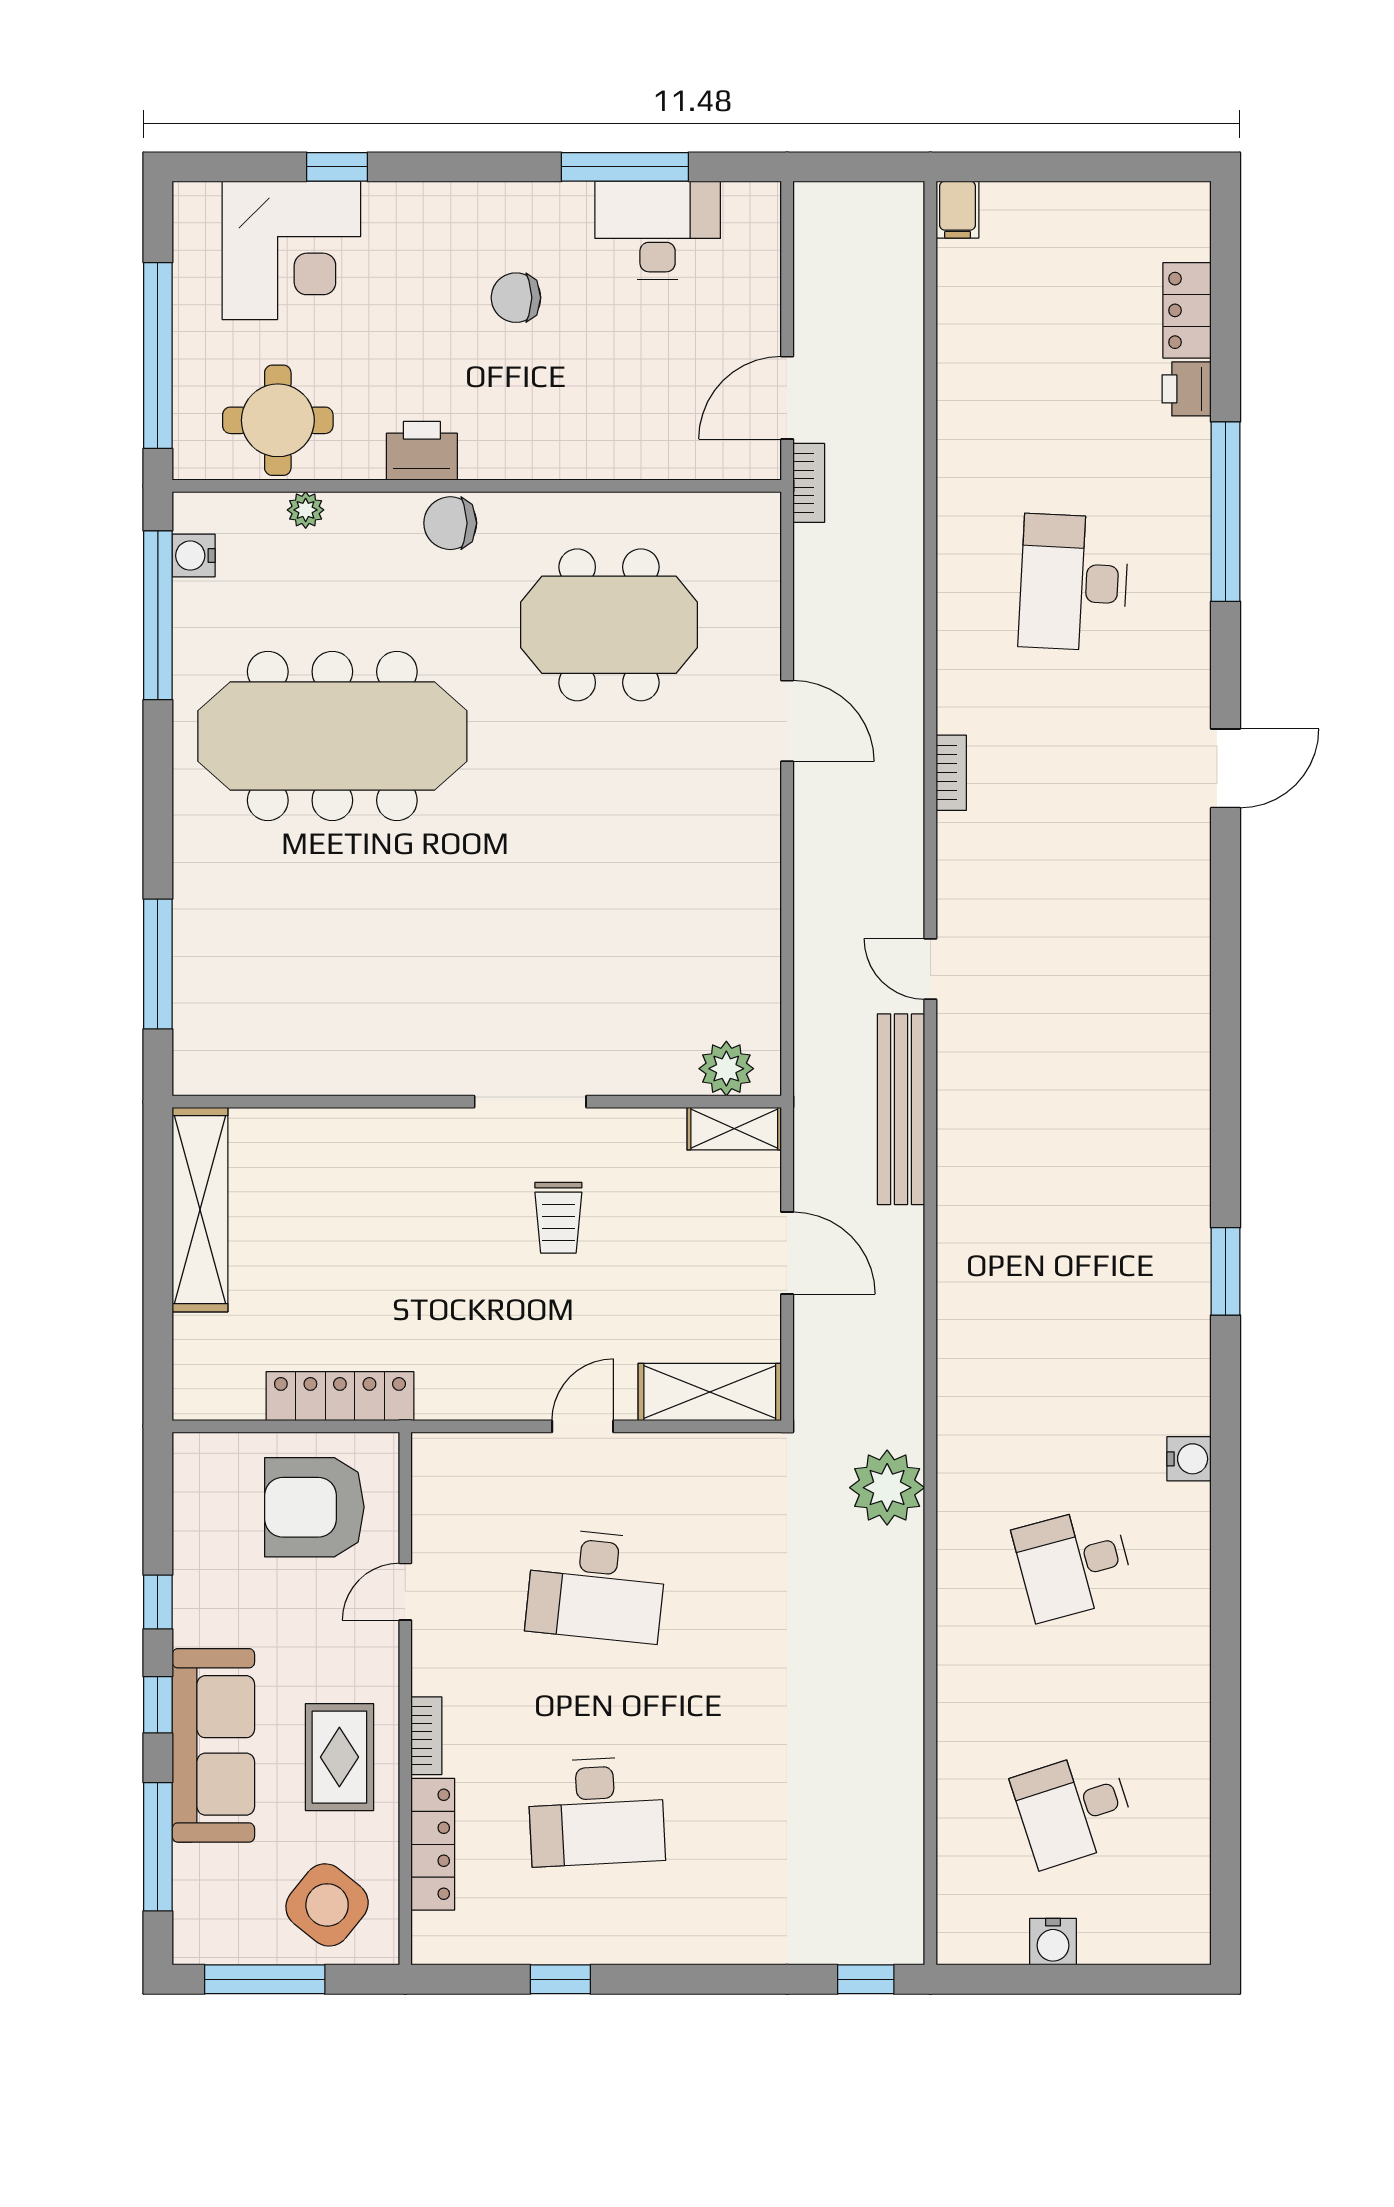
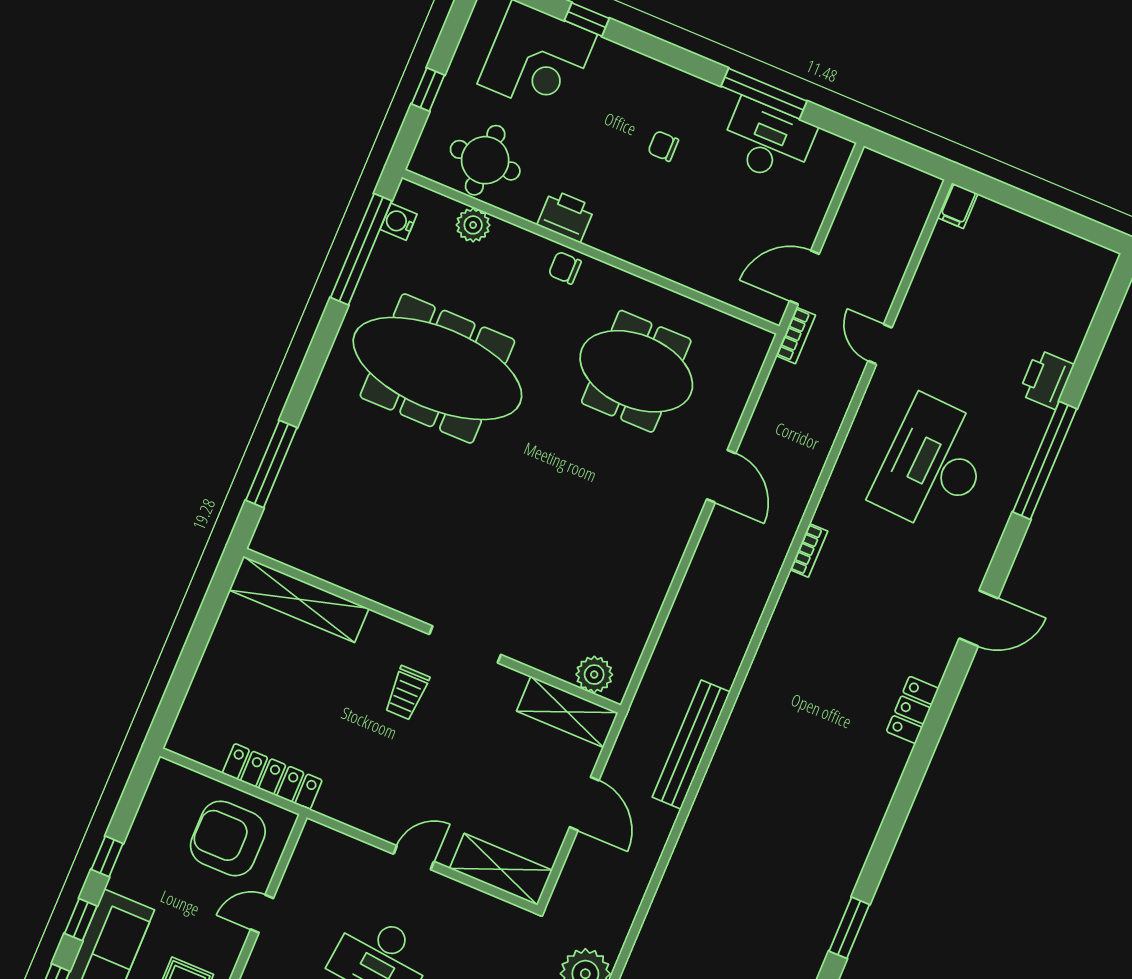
chair: (516, 298) -> (663, 146), width x0.73, depth x0.73
locker: (1187, 310) -> (913, 710), moved
window: (158, 356) -> (428, 89), width x0.32
printer: (1187, 389) -> (1046, 379), width x1.36, depth x1.24
plant: (306, 510) -> (473, 225), width x1.38, depth x1.38
chair: (450, 523) -> (565, 268), width x0.73, depth x0.73
desk: (1074, 583) -> (933, 465), width x1.36, depth x1.30
door: (930, 969) -> (880, 344), moved
shelving: (734, 1129) -> (567, 712), width x1.50, depth x1.33
shelving: (200, 1210) -> (299, 599), moved, turned 90
trolley: (558, 1218) -> (407, 693), moved

